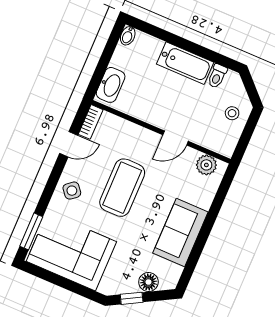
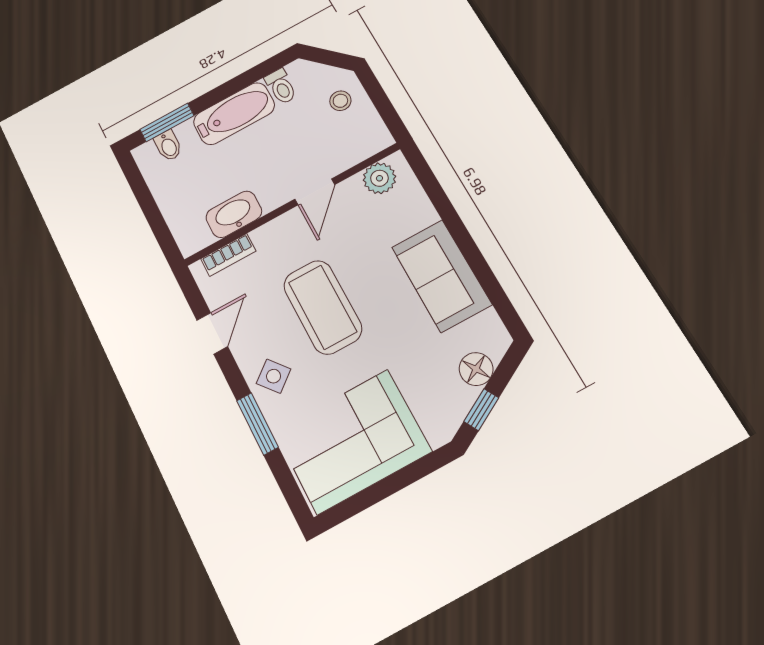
window: (155, 31) -> (167, 122), added
bidet: (128, 36) -> (168, 146), moved
washbasin: (111, 85) -> (234, 214), moved, turned -90
bookcase: (91, 122) -> (228, 255), moved, turned 90
window: (31, 231) -> (257, 424), moved

